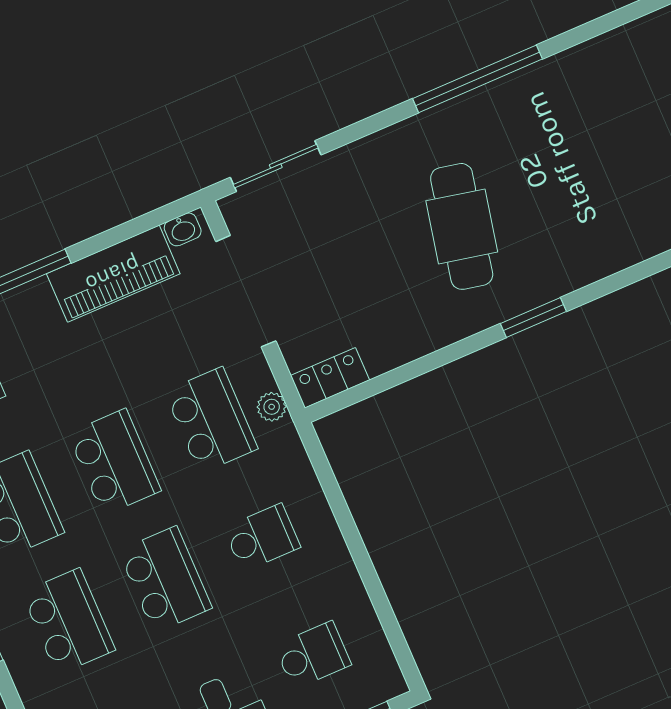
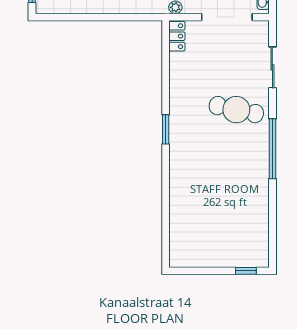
sliding door: (276, 166) -> (272, 67), moved
cafe table: (462, 226) -> (236, 110), moved

